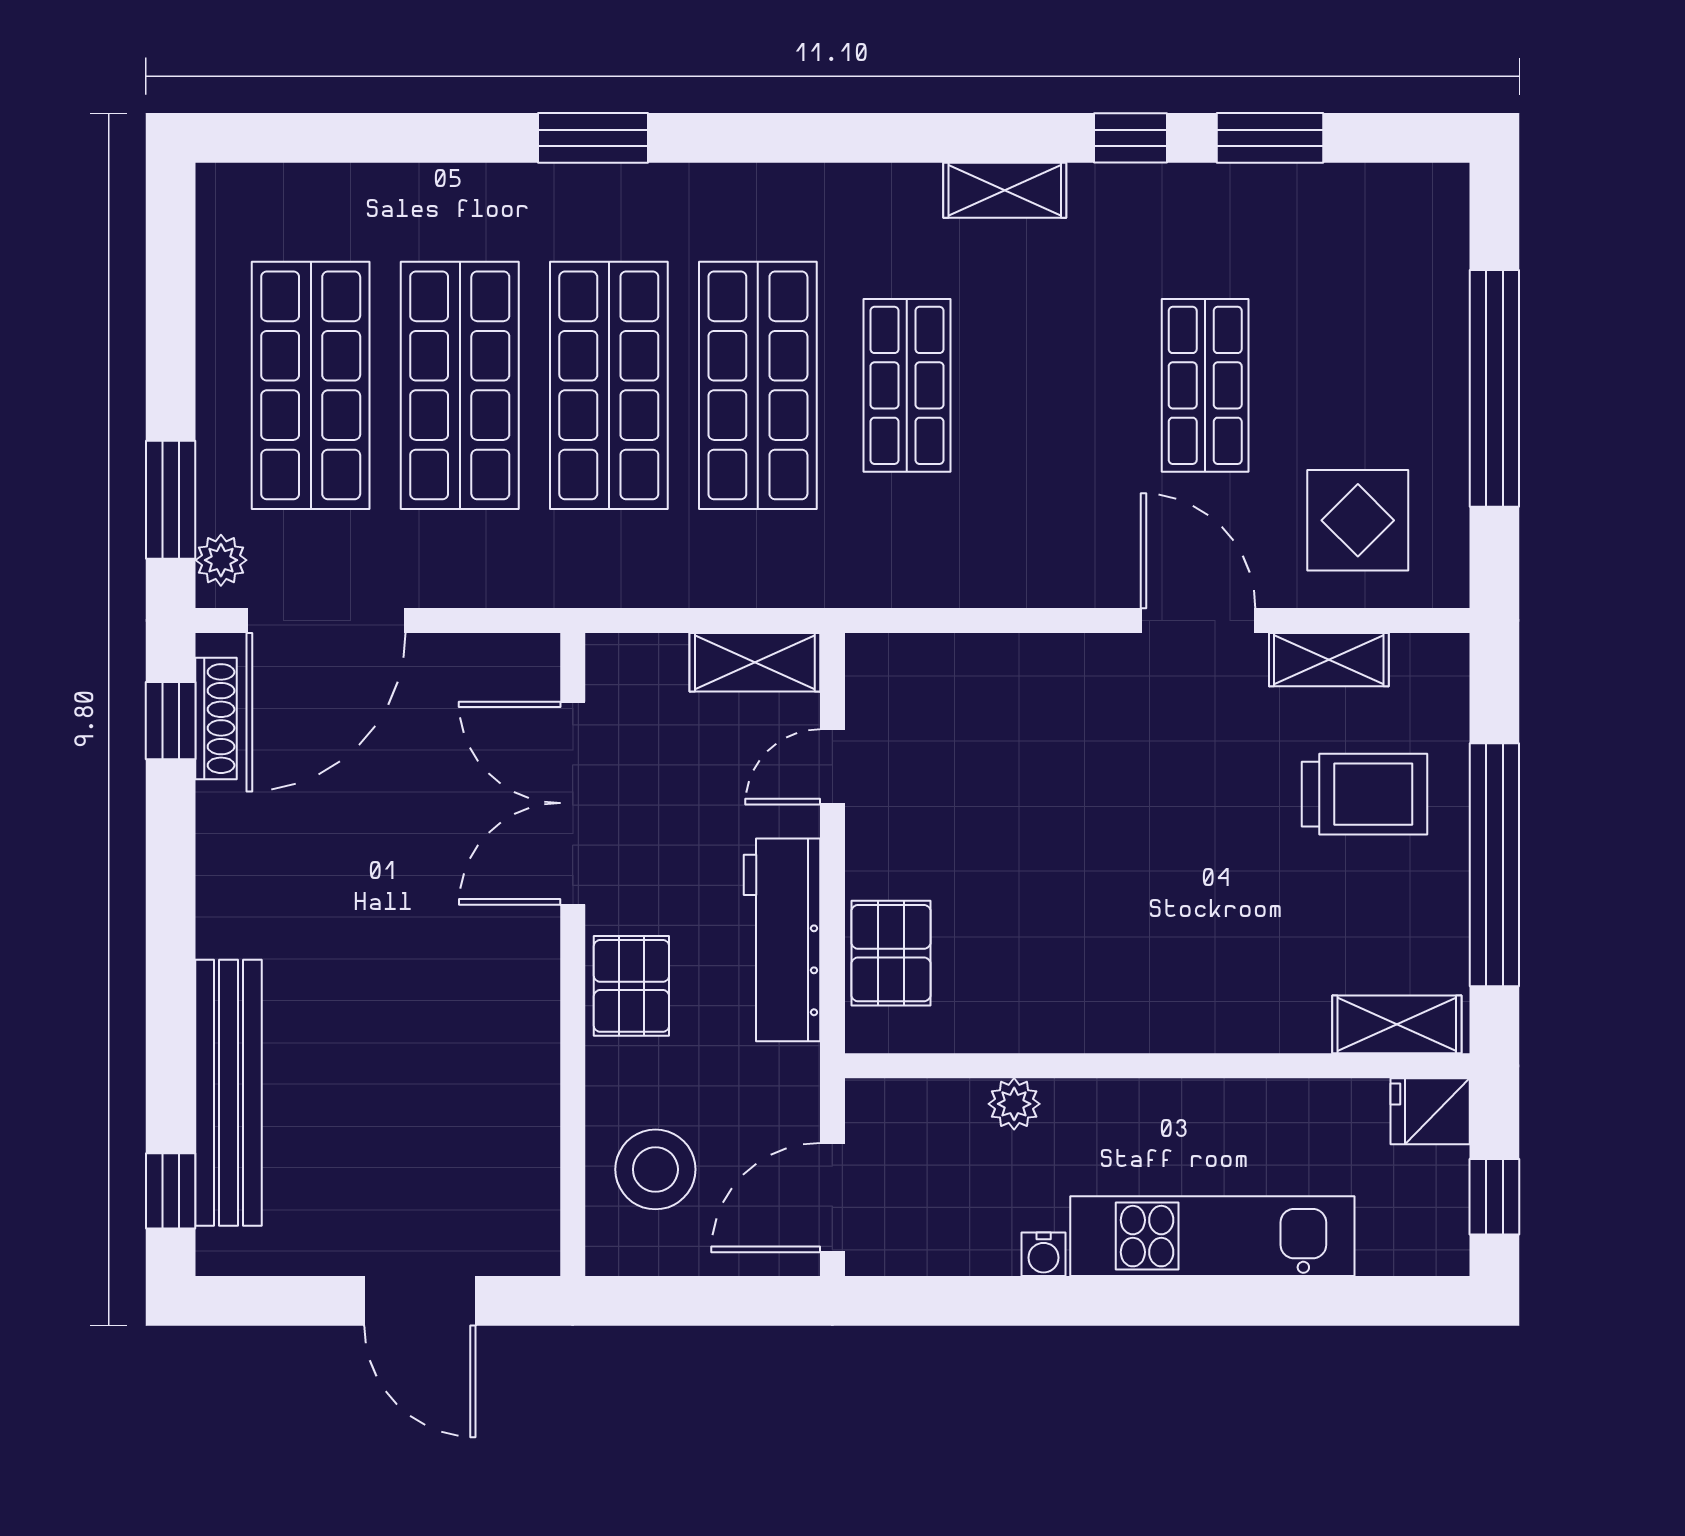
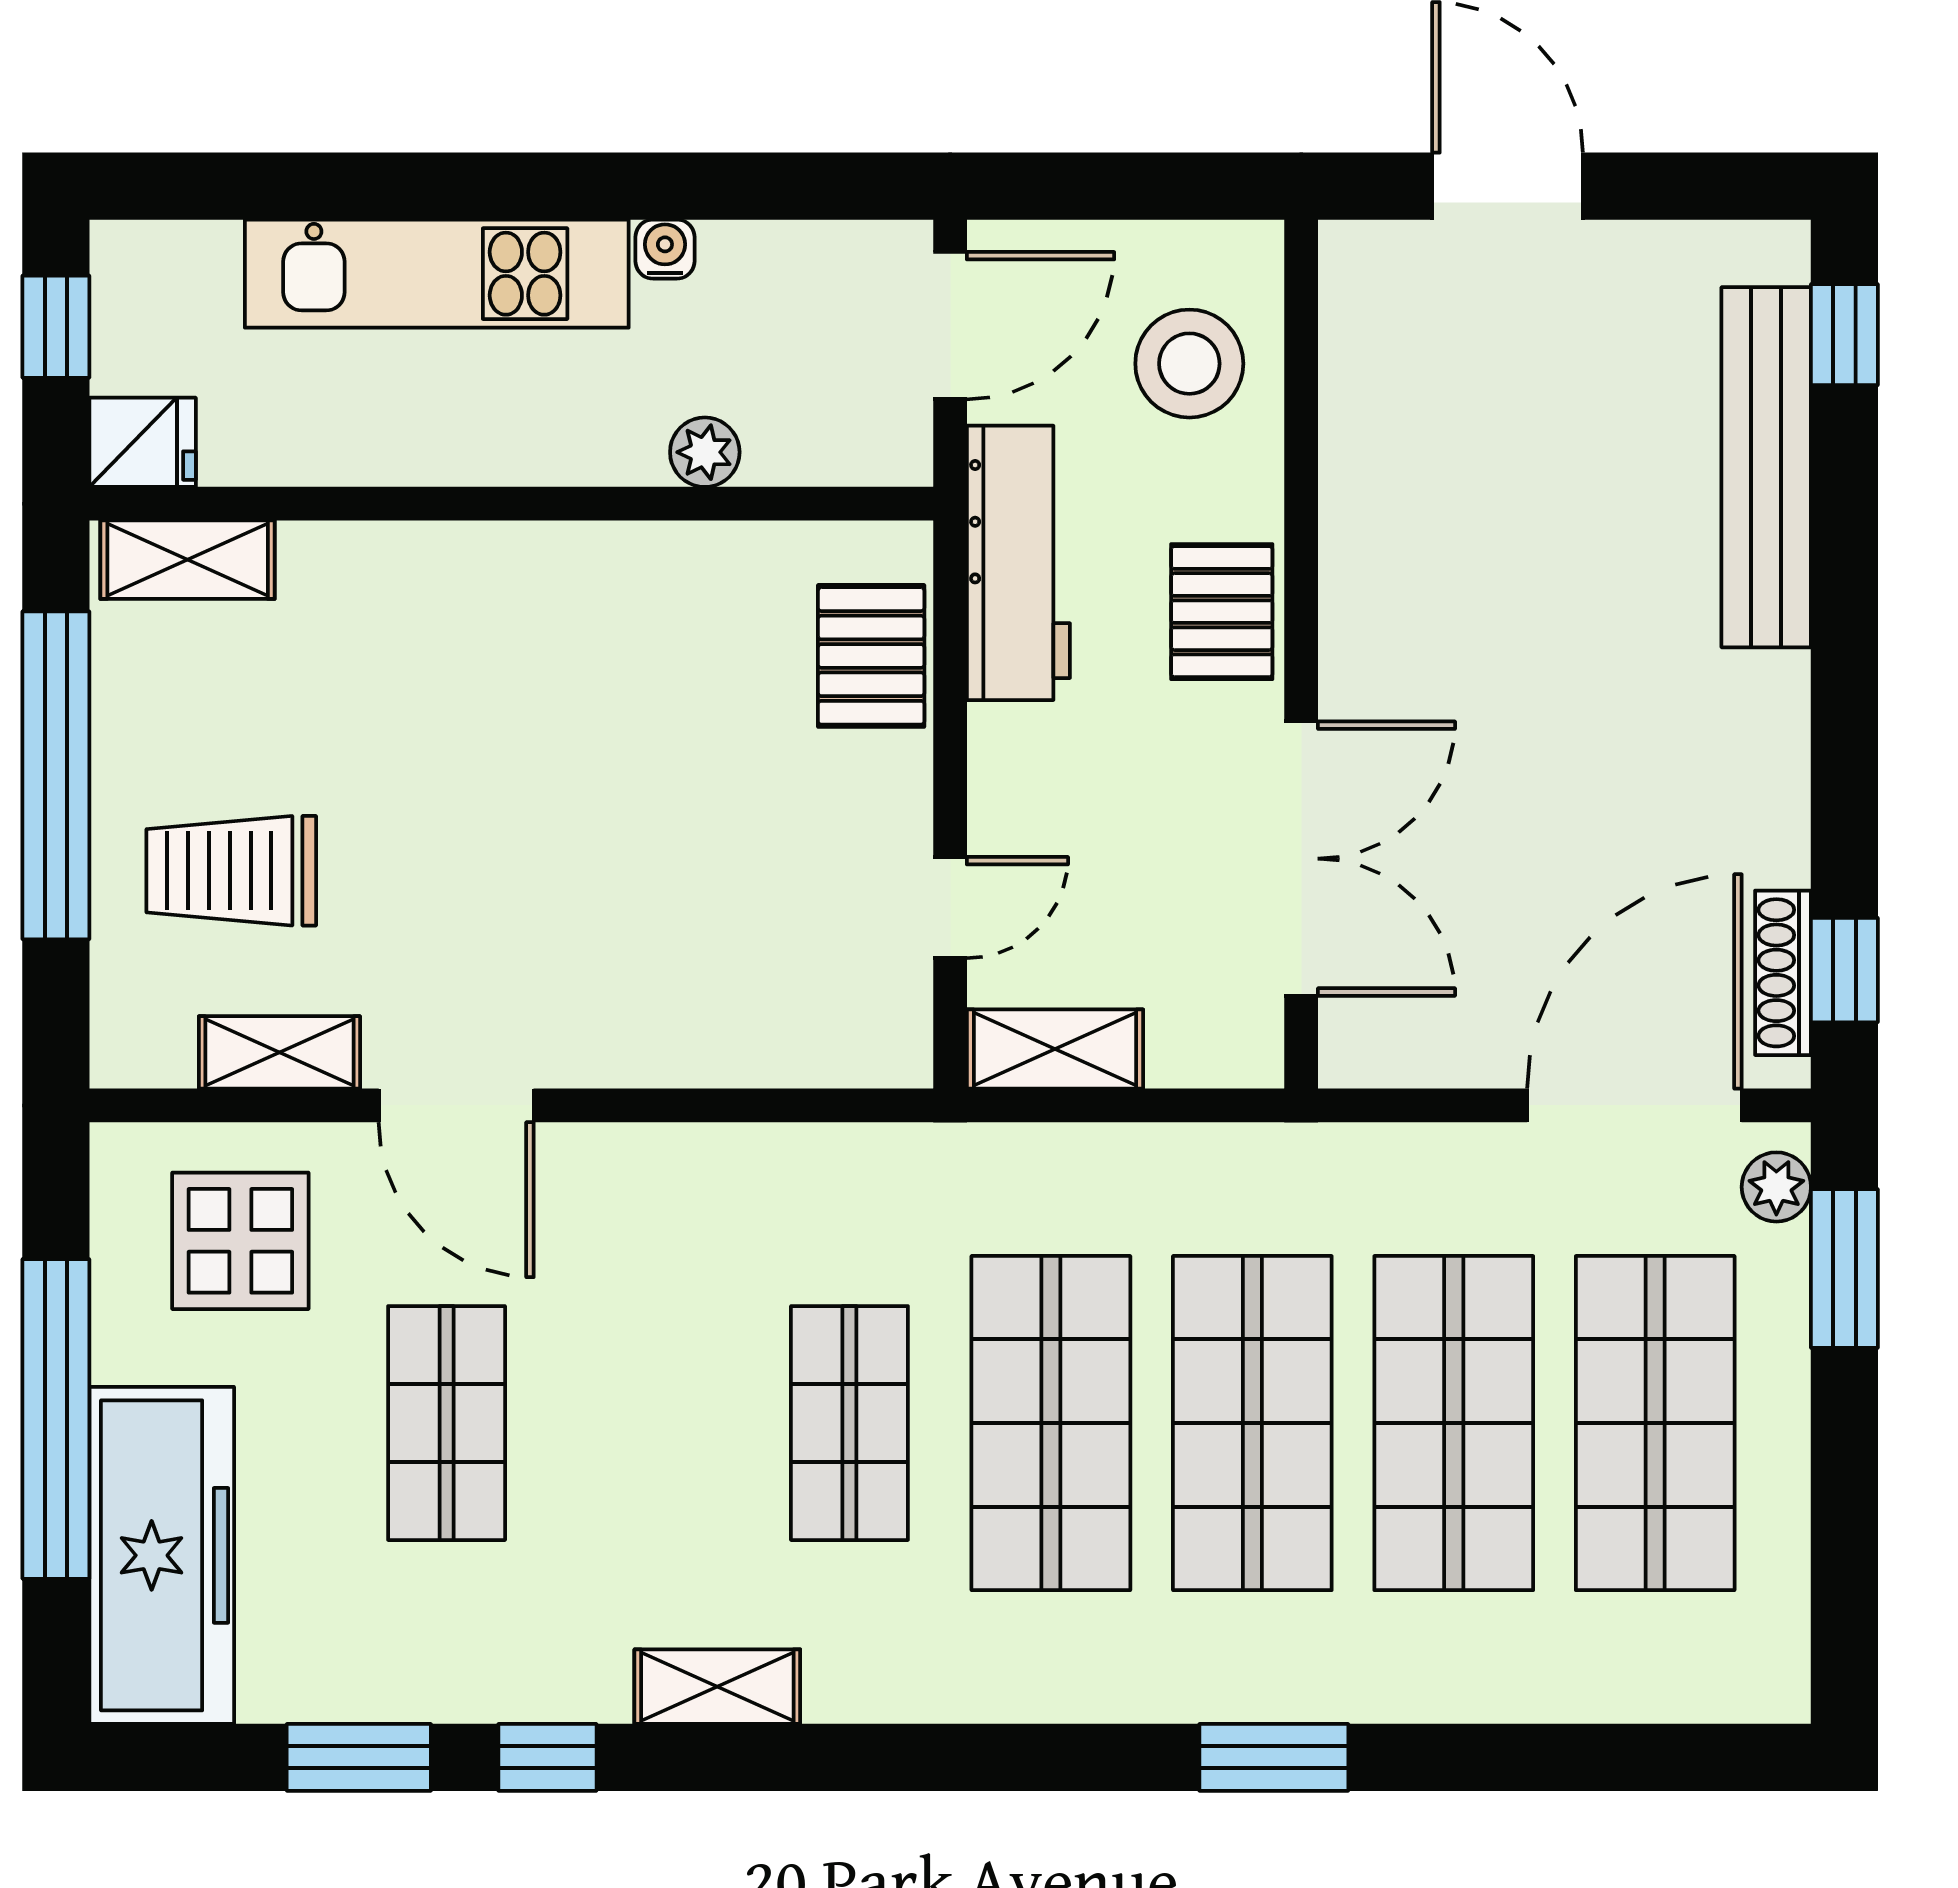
freezer: (1416, 287) -> (162, 1555), added
workbench: (782, 940) -> (1018, 563), moved

